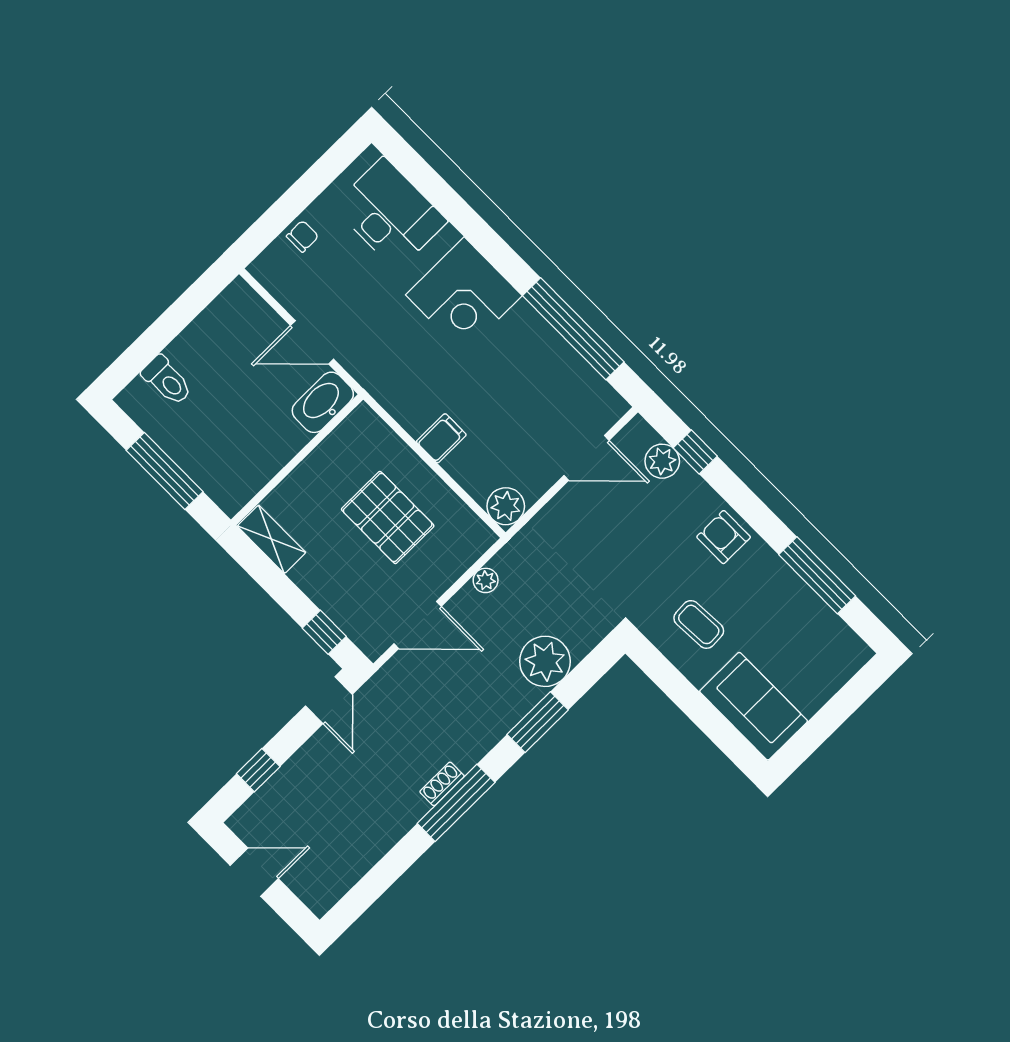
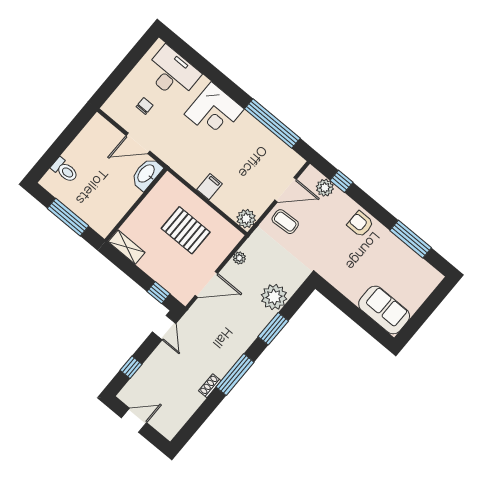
chair: (303, 236) -> (145, 106), moved
coffee table: (699, 624) -> (285, 222), moved
shoe rack: (442, 784) -> (210, 386), moved

